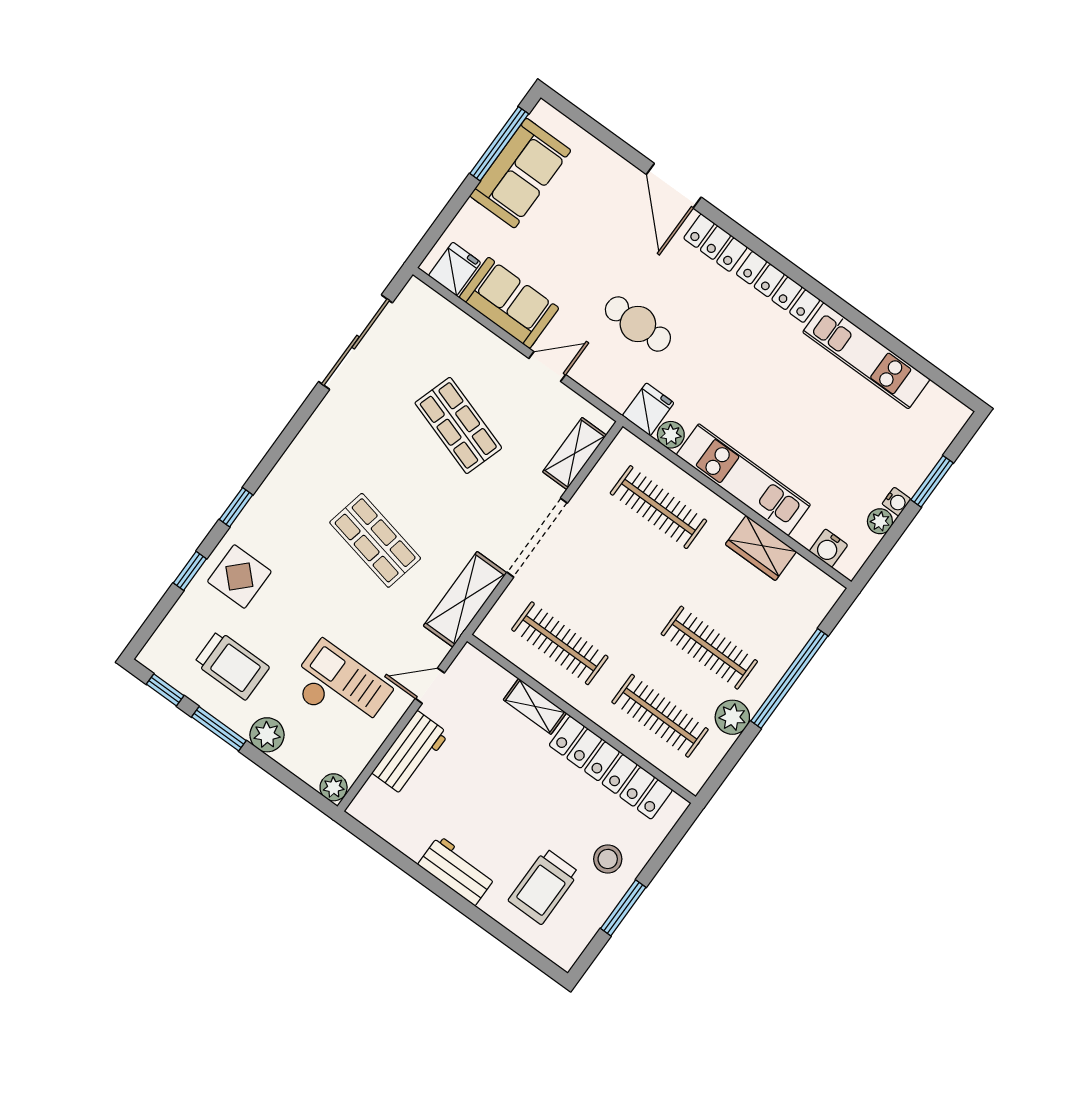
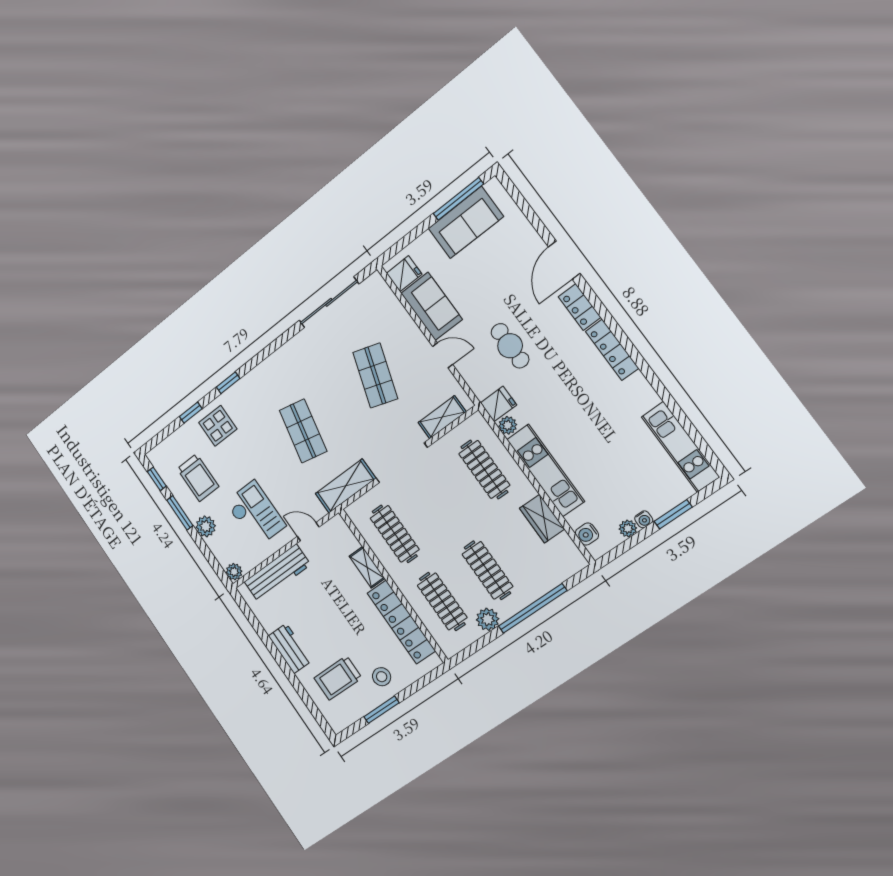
kitchen unit: (866, 356) -> (680, 447), moved
workbench: (410, 753) -> (277, 573), width x1.38

